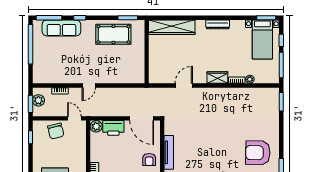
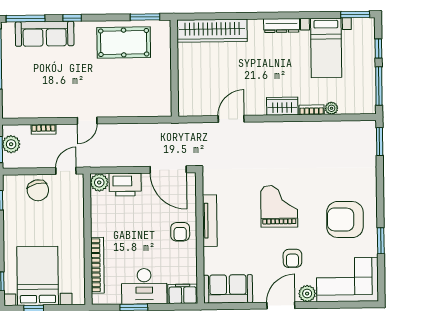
bed with nightstands: (262, 39) -> (326, 48), moved
door: (74, 118) -> (66, 171), hinge flipped
grand piano: (215, 143) -> (279, 206), added

